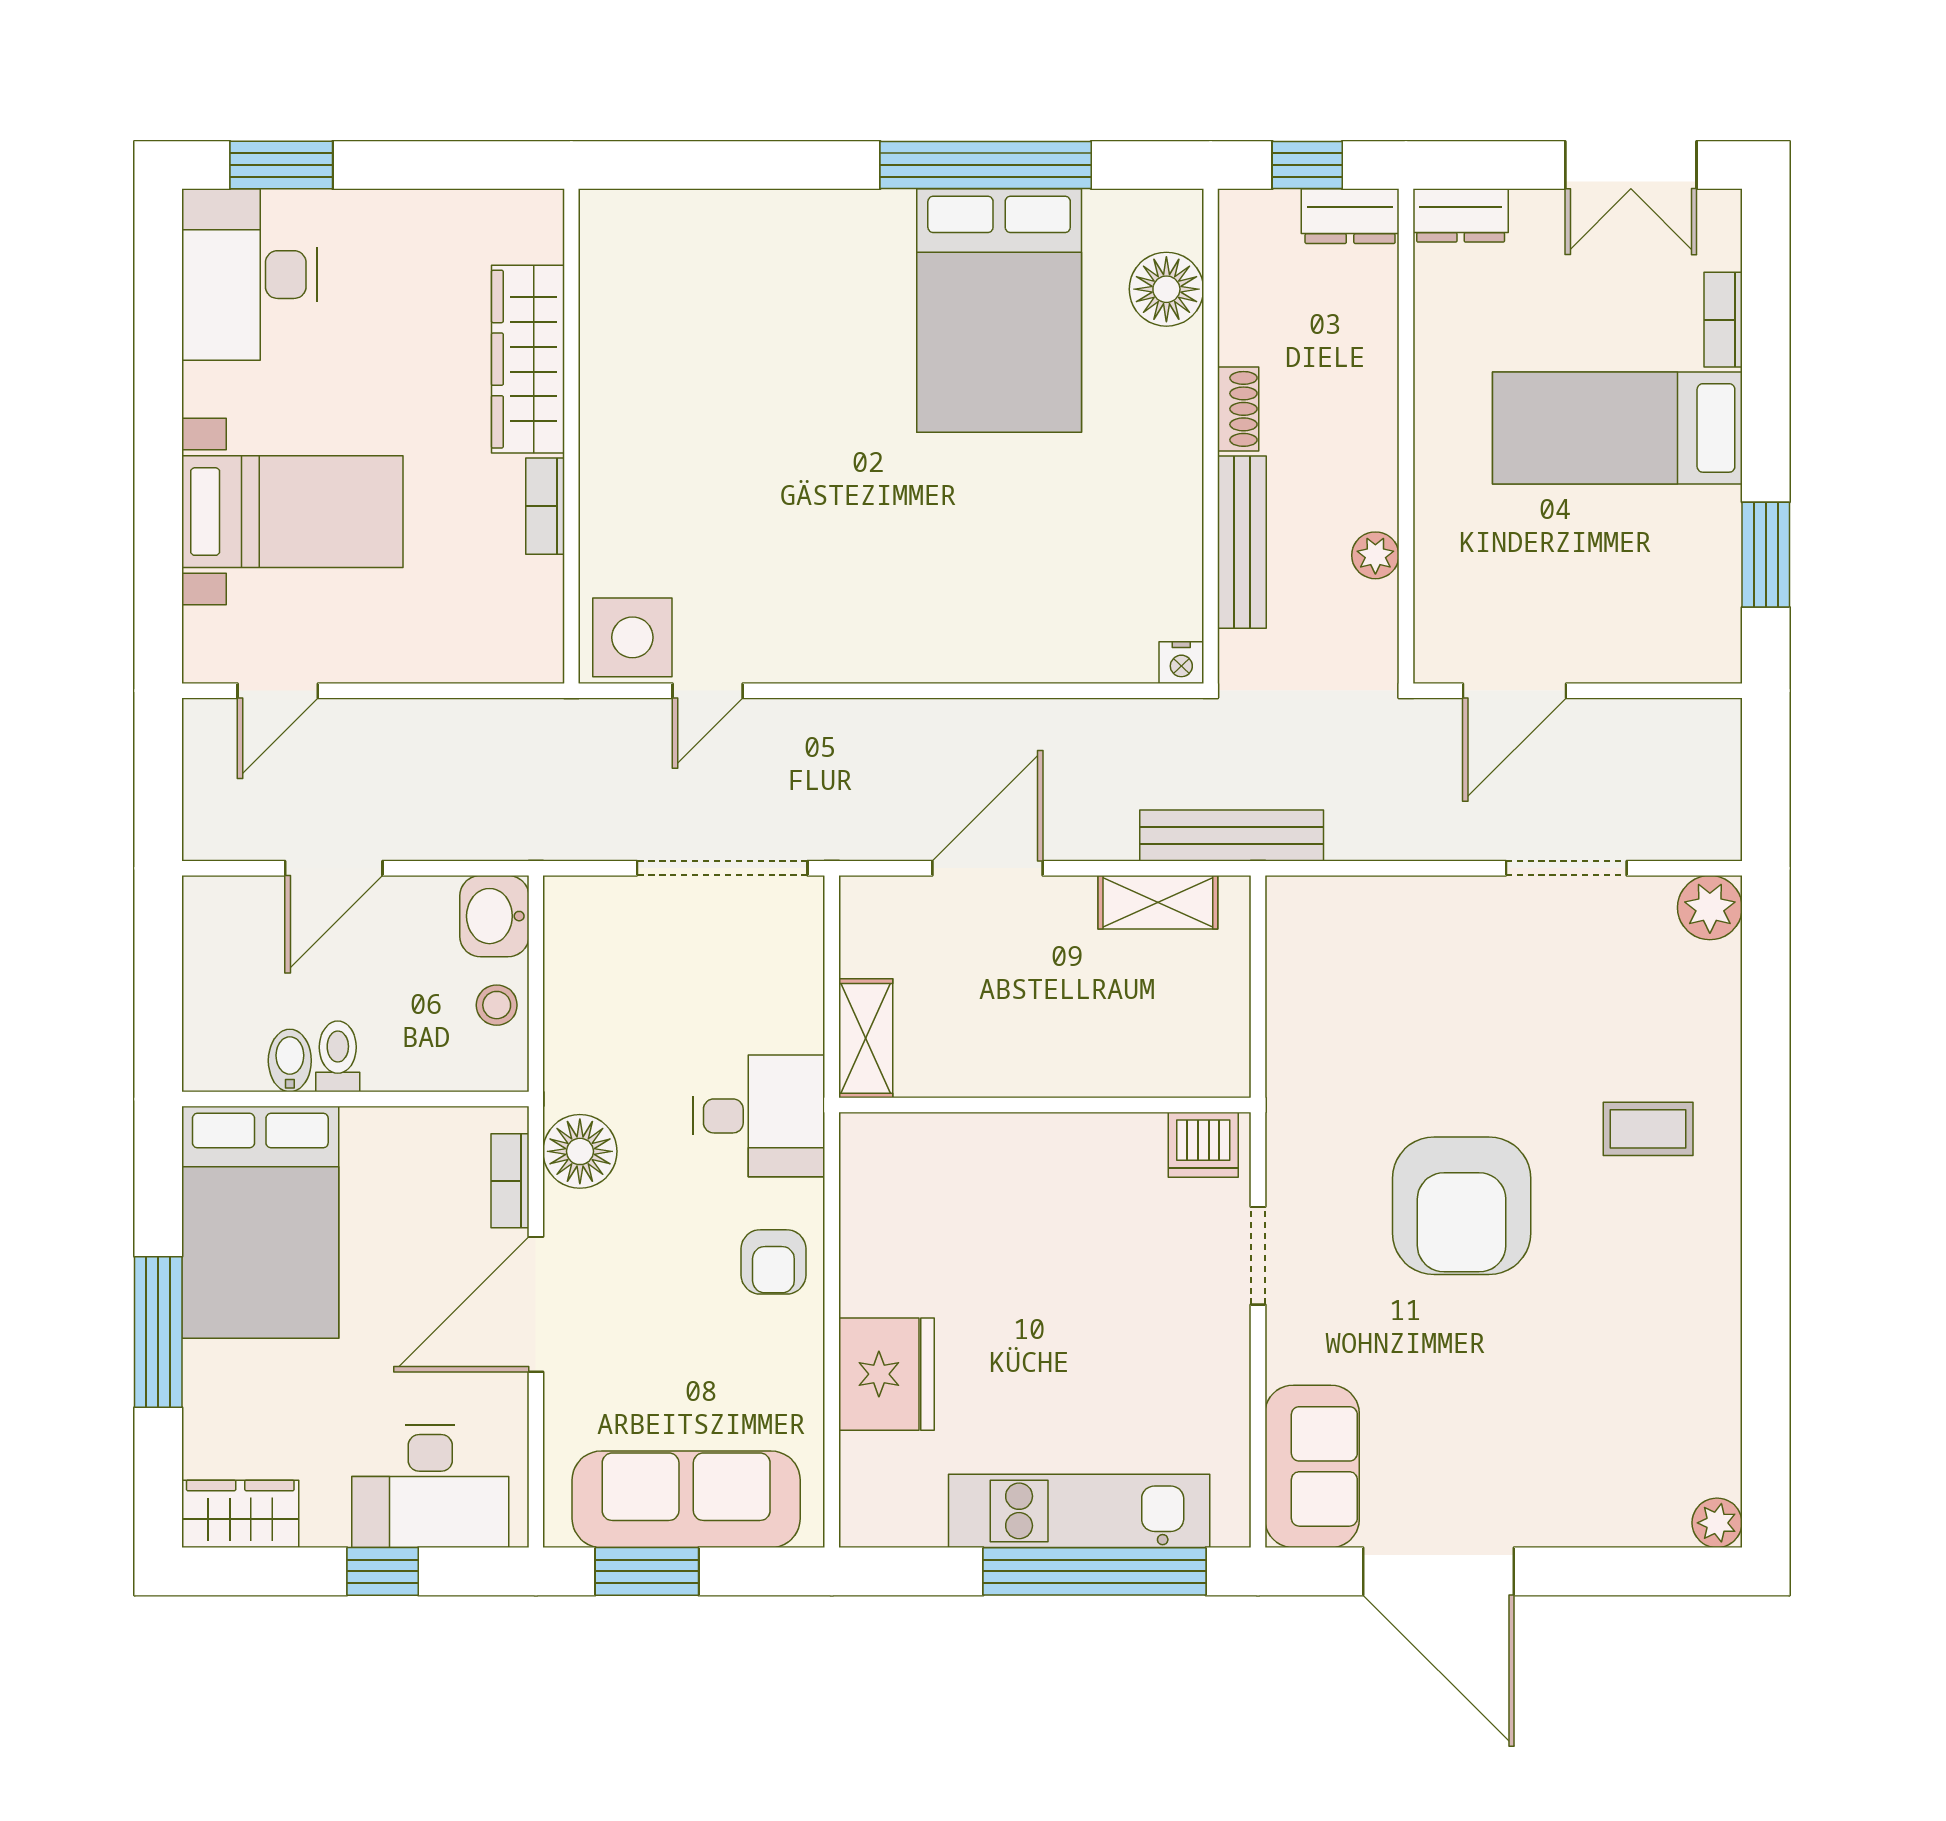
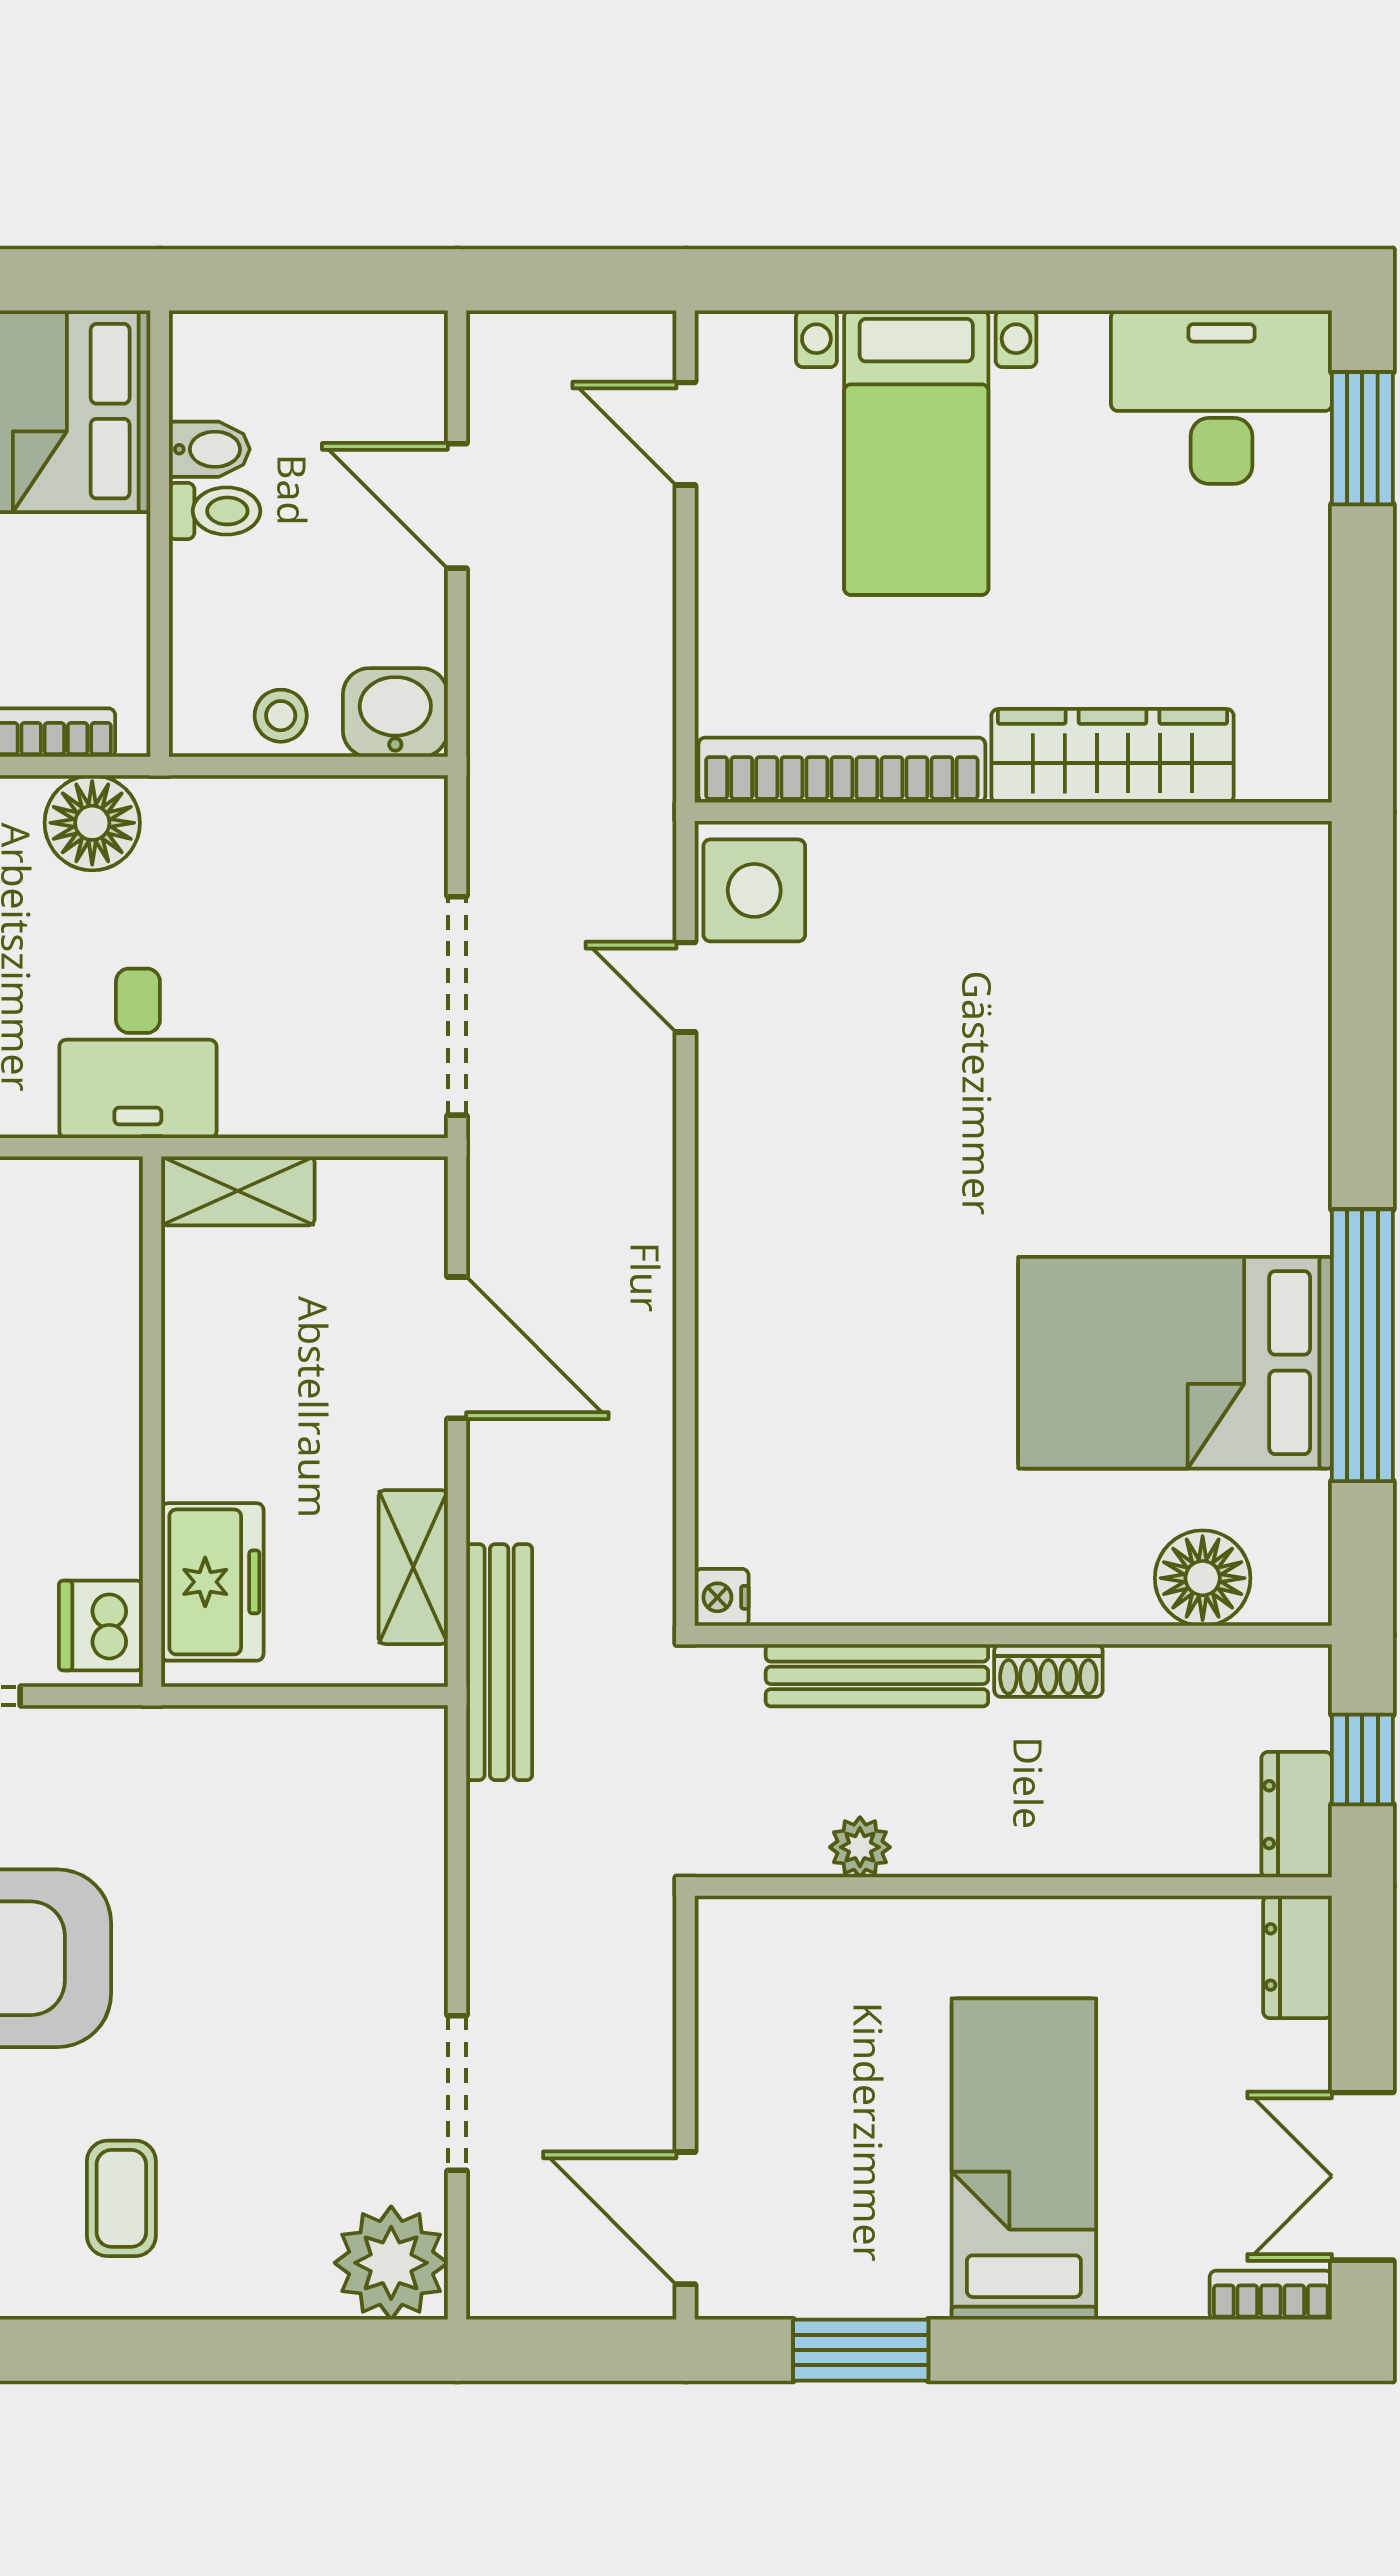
bookcase: (1723, 320) -> (1271, 2295), moved
bookcase: (545, 506) -> (842, 770), width x2.31, depth x1.31
door: (1514, 691) -> (686, 2218), moved
plant: (1710, 908) -> (391, 2263), width x1.36, depth x1.36
freezer: (1169, 1058) -> (212, 1582), added

